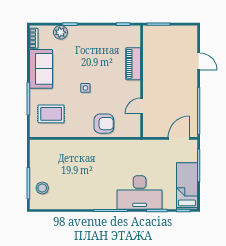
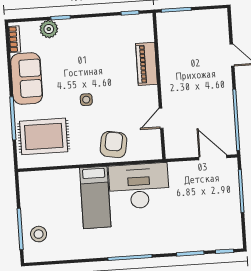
rug: (51, 114) -> (44, 136), width x1.36, depth x1.43
armchair: (104, 124) -> (113, 145), turned -80
door: (179, 138) -> (213, 157), hinge flipped
bed: (187, 186) -> (95, 197), moved, turned 180
desk: (140, 192) -> (139, 186), moved, turned 180

